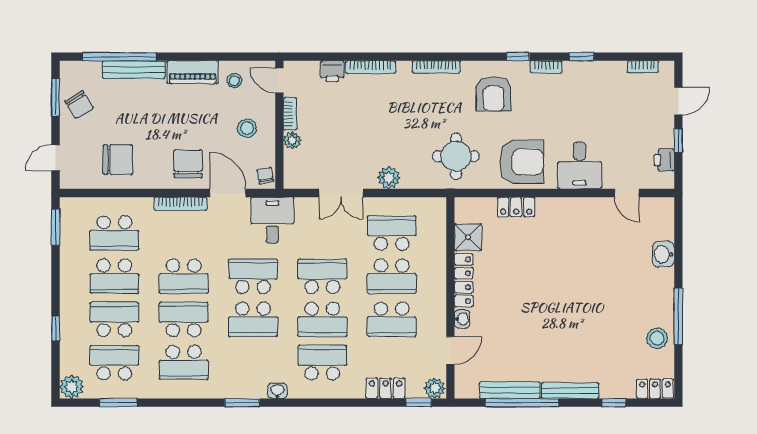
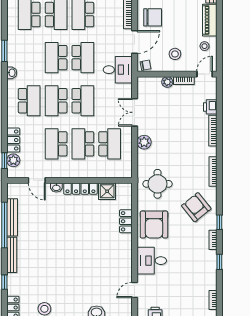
armchair: (494, 94) -> (196, 207), turned 51
plant: (434, 388) -> (13, 160), moved

